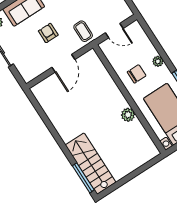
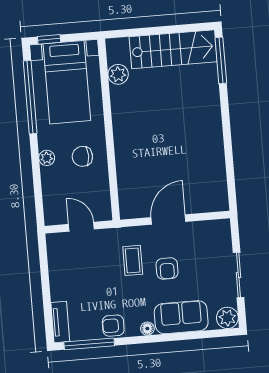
coffee table: (83, 31) -> (133, 260), moved
plant: (128, 115) -> (118, 74), moved
stairs: (91, 164) -> (173, 49), moved, turned -90

